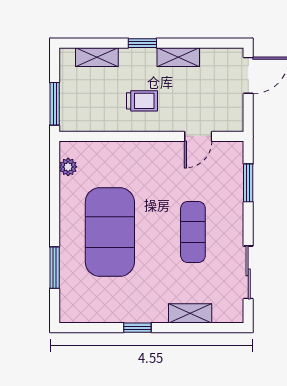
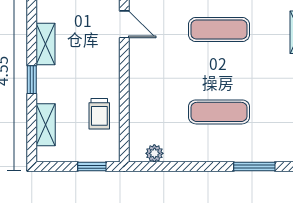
trolley: (142, 101) -> (99, 114), moved, turned 180
window: (55, 104) -> (92, 167), width x0.67
exercise mat: (110, 232) -> (219, 112), width x0.50, depth x0.69

